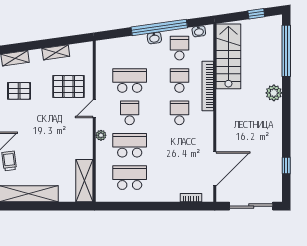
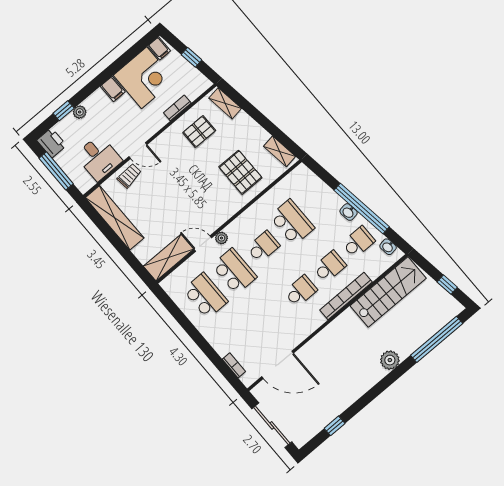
shelving: (56, 52) -> (279, 151), moved
pallet: (19, 91) -> (199, 132), turned 90
door: (94, 109) -> (203, 244), moved

